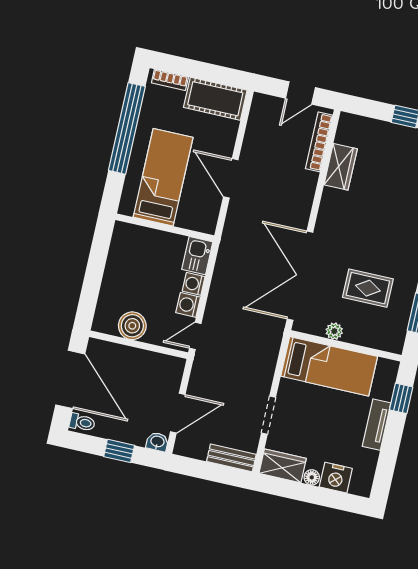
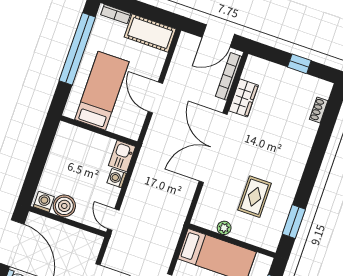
door: (300, 93) -> (218, 36), width x1.38
double door: (300, 276) -> (213, 148), moved
rug: (368, 288) -> (255, 197), turned 90
washing machine: (188, 305) -> (44, 202), moved, turned 90
door: (195, 336) -> (113, 219), hinge flipped

